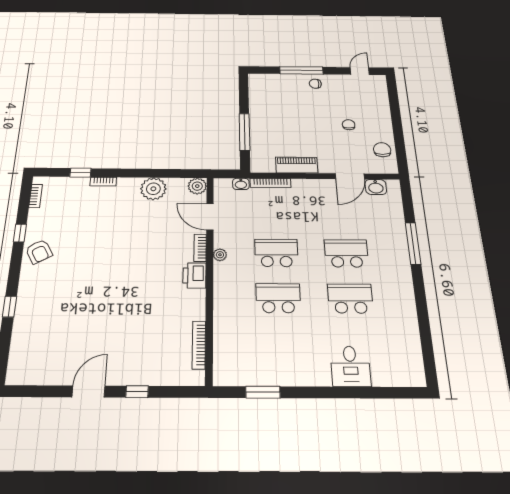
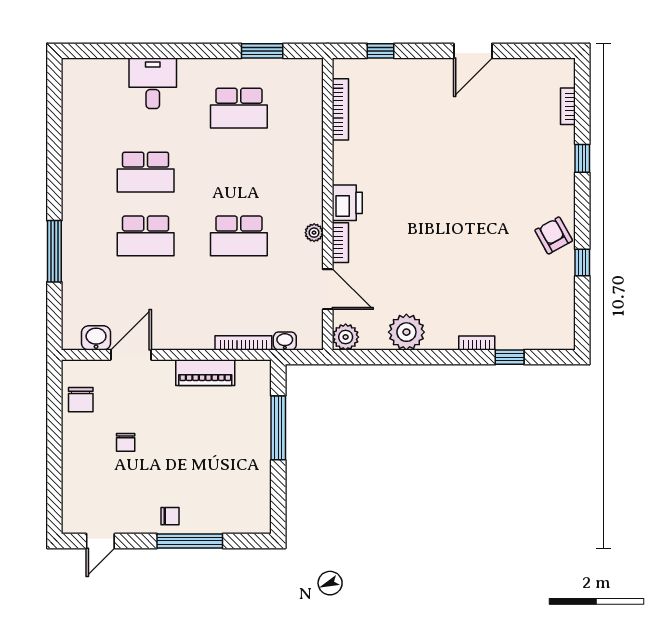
bookcase: (36, 196) -> (568, 106), moved
school desk: (278, 298) -> (239, 108), moved
window: (137, 392) -> (380, 51), moved

